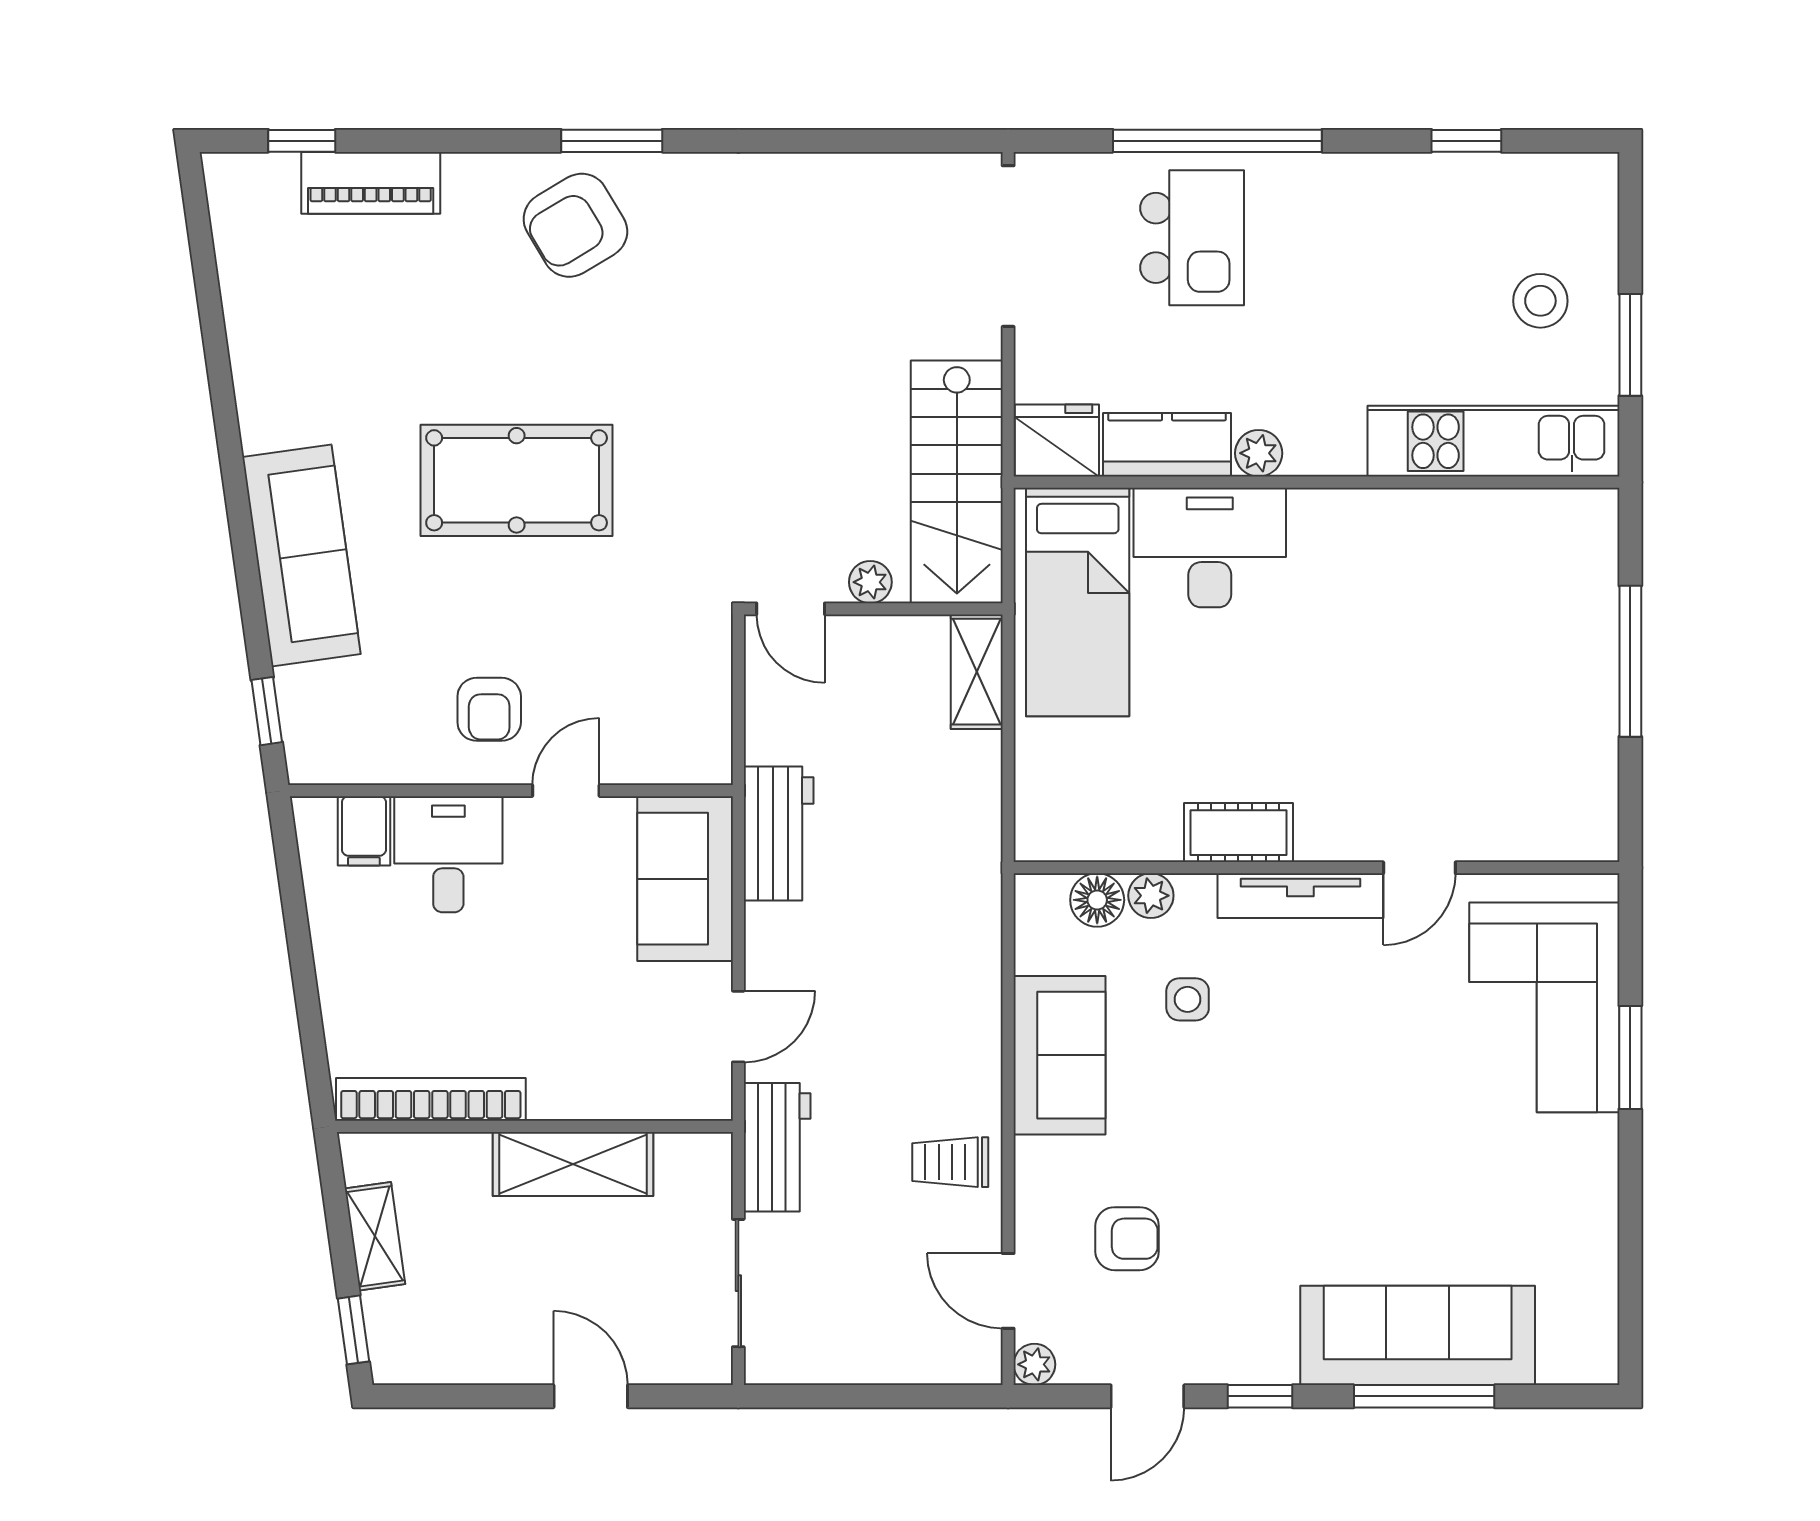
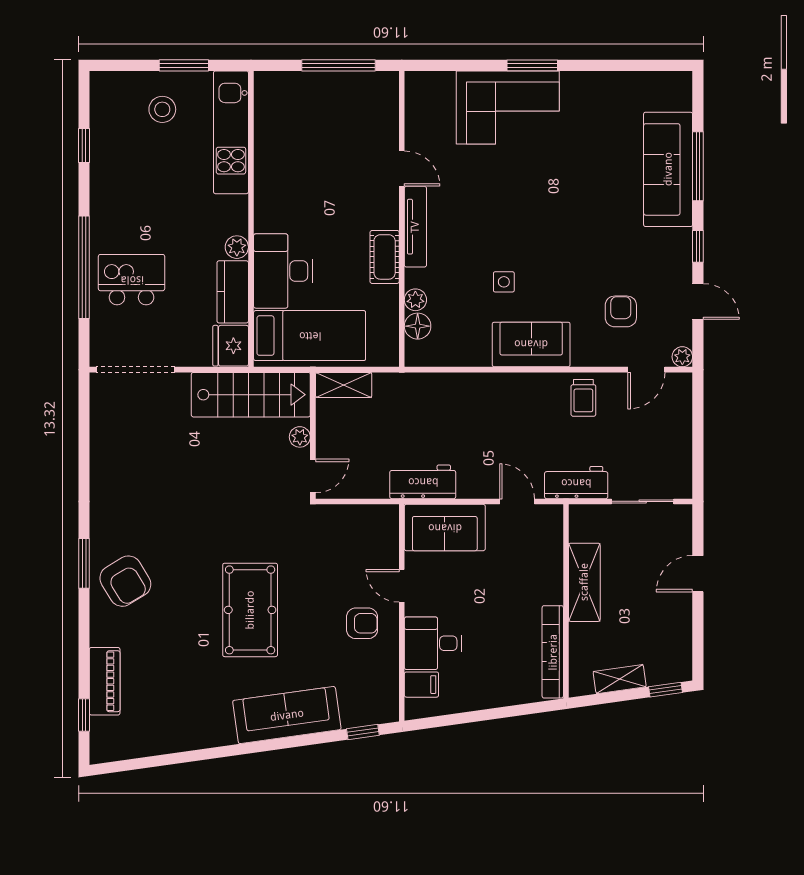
cot: (1238, 833) -> (385, 257), moved
wall: (1316, 868) -> (402, 219), moved
door: (1419, 868) -> (402, 168), moved
plant: (1151, 896) -> (415, 300), moved
tv unit: (1300, 896) -> (415, 227), moved
floor lamp: (1097, 900) -> (418, 326), moved

